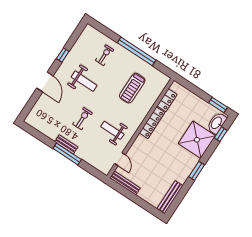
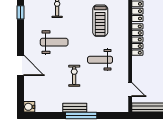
window: (63, 55) -> (20, 12), moved
water cooler: (30, 120) -> (29, 107), added
weight bench: (112, 130) -> (100, 60), moved

